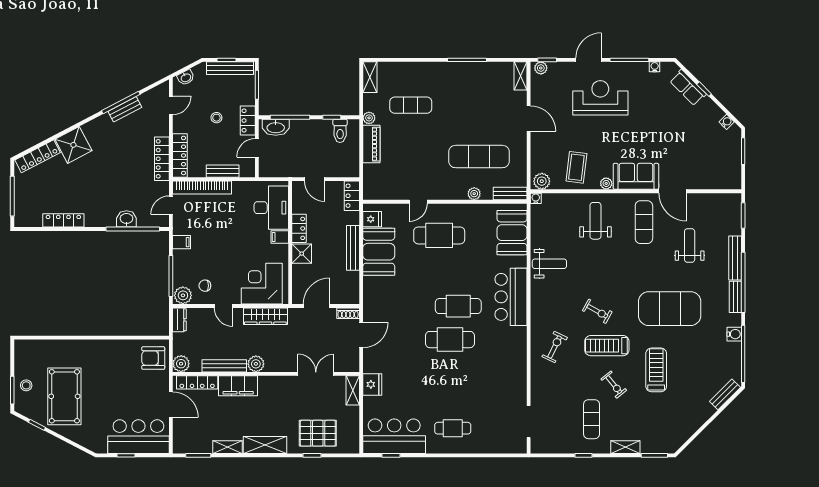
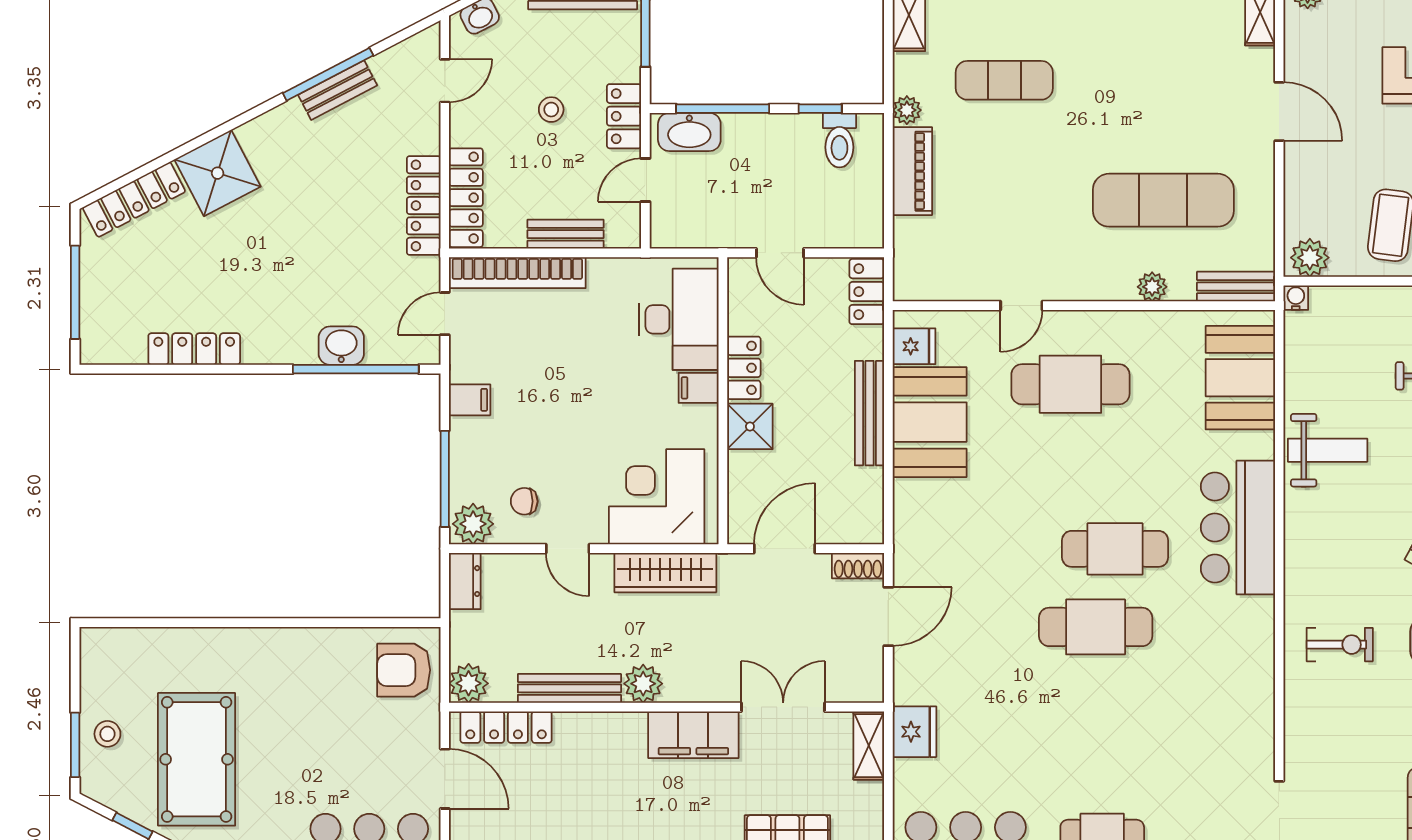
exercise bike: (555, 347) -> (1340, 645), turned 64
filing cabinet: (238, 386) -> (693, 735), moved

